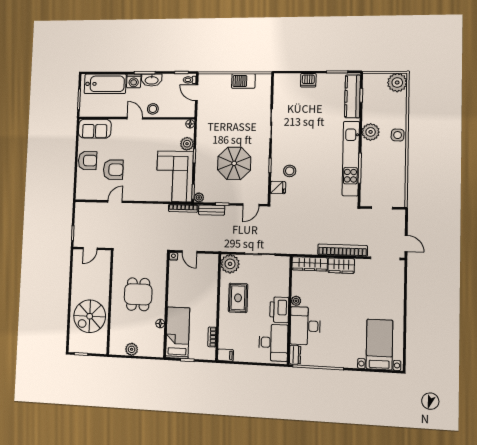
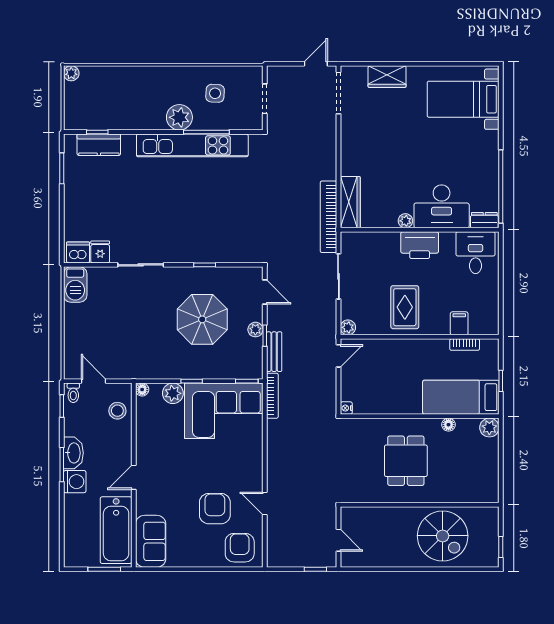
dishwasher: (308, 80) -> (78, 252), moved, turned -90
barbecue: (243, 81) -> (75, 284), moved
plant: (397, 83) -> (71, 73), width x0.53, depth x0.53
bathtub: (105, 84) -> (116, 530), moved, turned 180
door: (197, 93) -> (94, 381), swing flipped
kitchen counter: (352, 96) -> (99, 145), width x0.67
stool: (153, 109) -> (117, 411), moved
plant: (371, 132) -> (179, 117), moved
side table: (398, 135) -> (215, 93), moved
armchair: (88, 161) -> (240, 548), moved
stool: (290, 171) -> (212, 235), removed
fridge: (278, 187) -> (100, 252), moved
plant: (199, 198) -> (255, 330), moved
bookcase: (343, 250) -> (328, 217), moved
door: (189, 252) -> (338, 356), moved
plant: (230, 264) -> (348, 327), width x0.53, depth x0.53
wardrobe: (341, 266) -> (387, 77), moved, turned 90
dining table: (138, 294) -> (406, 461), turned 90
rug: (238, 298) -> (405, 307), turned 90
desk: (273, 343) -> (476, 253), width x0.73
plant: (132, 349) -> (489, 428), moved
filing cabinet: (225, 355) -> (459, 323), moved

